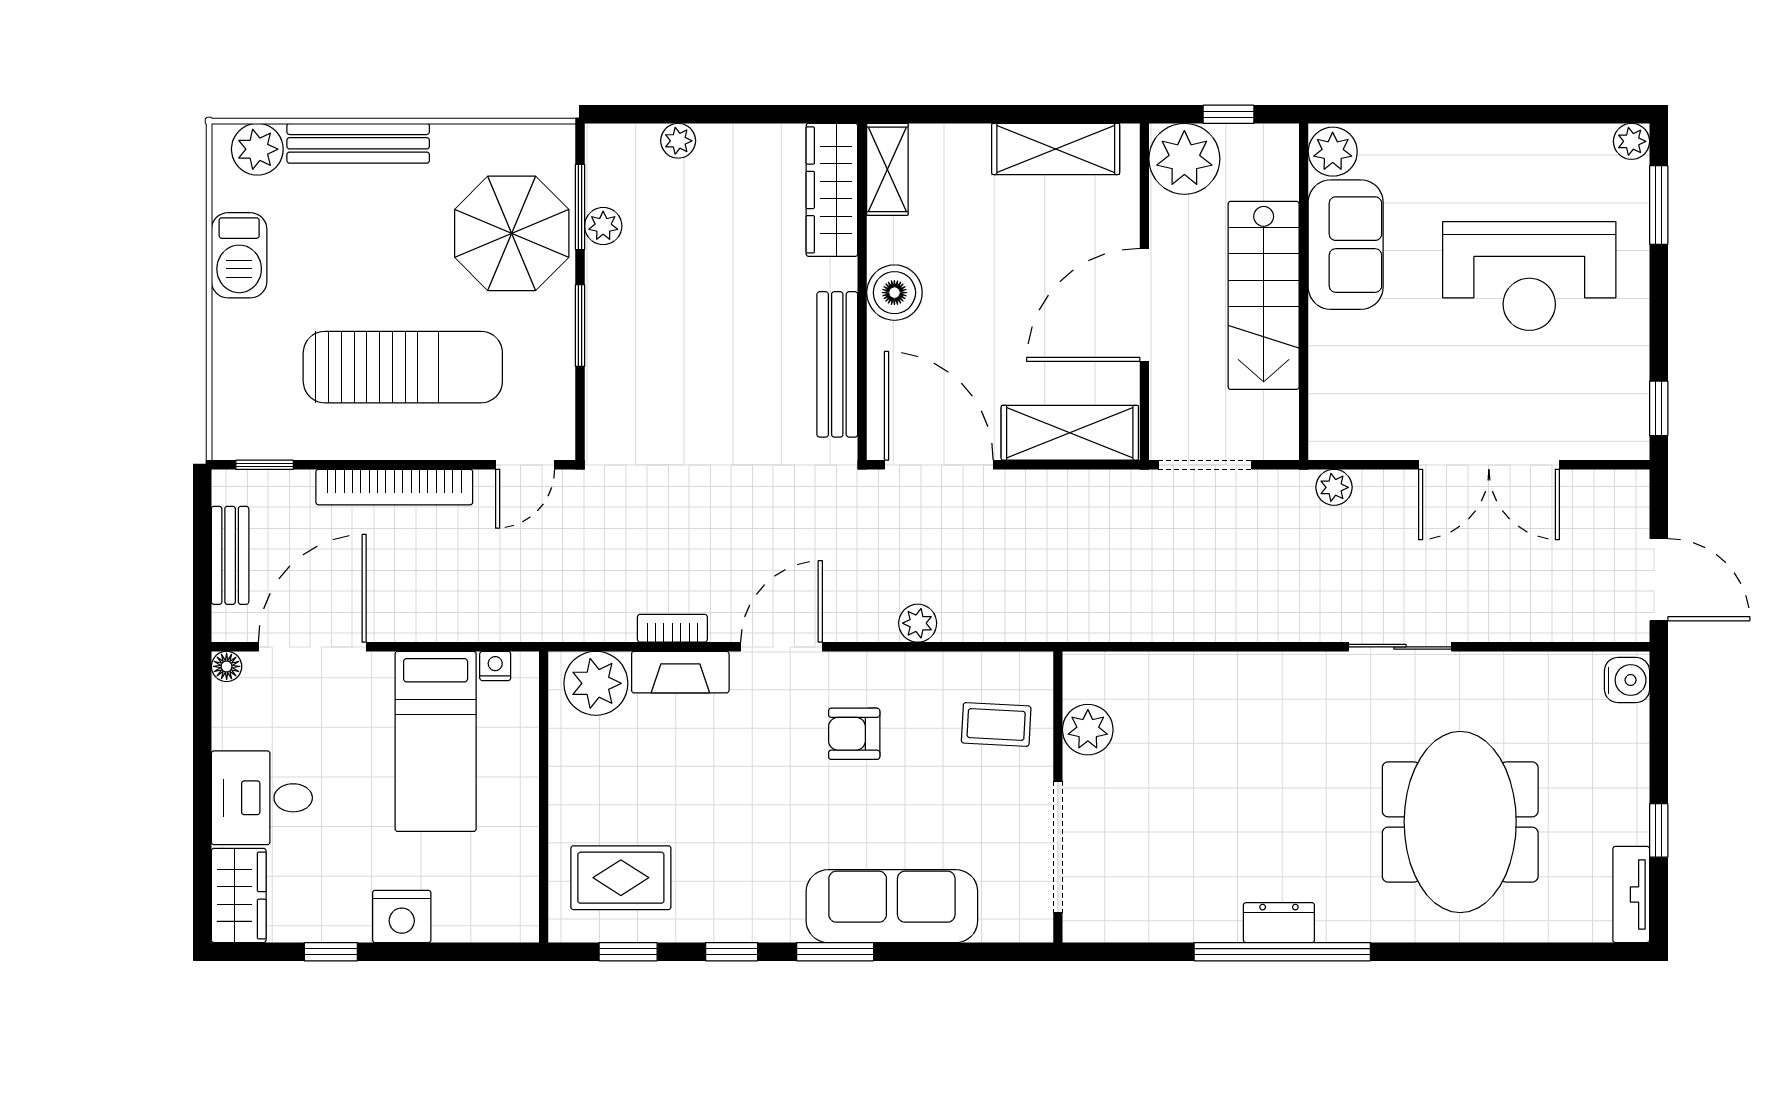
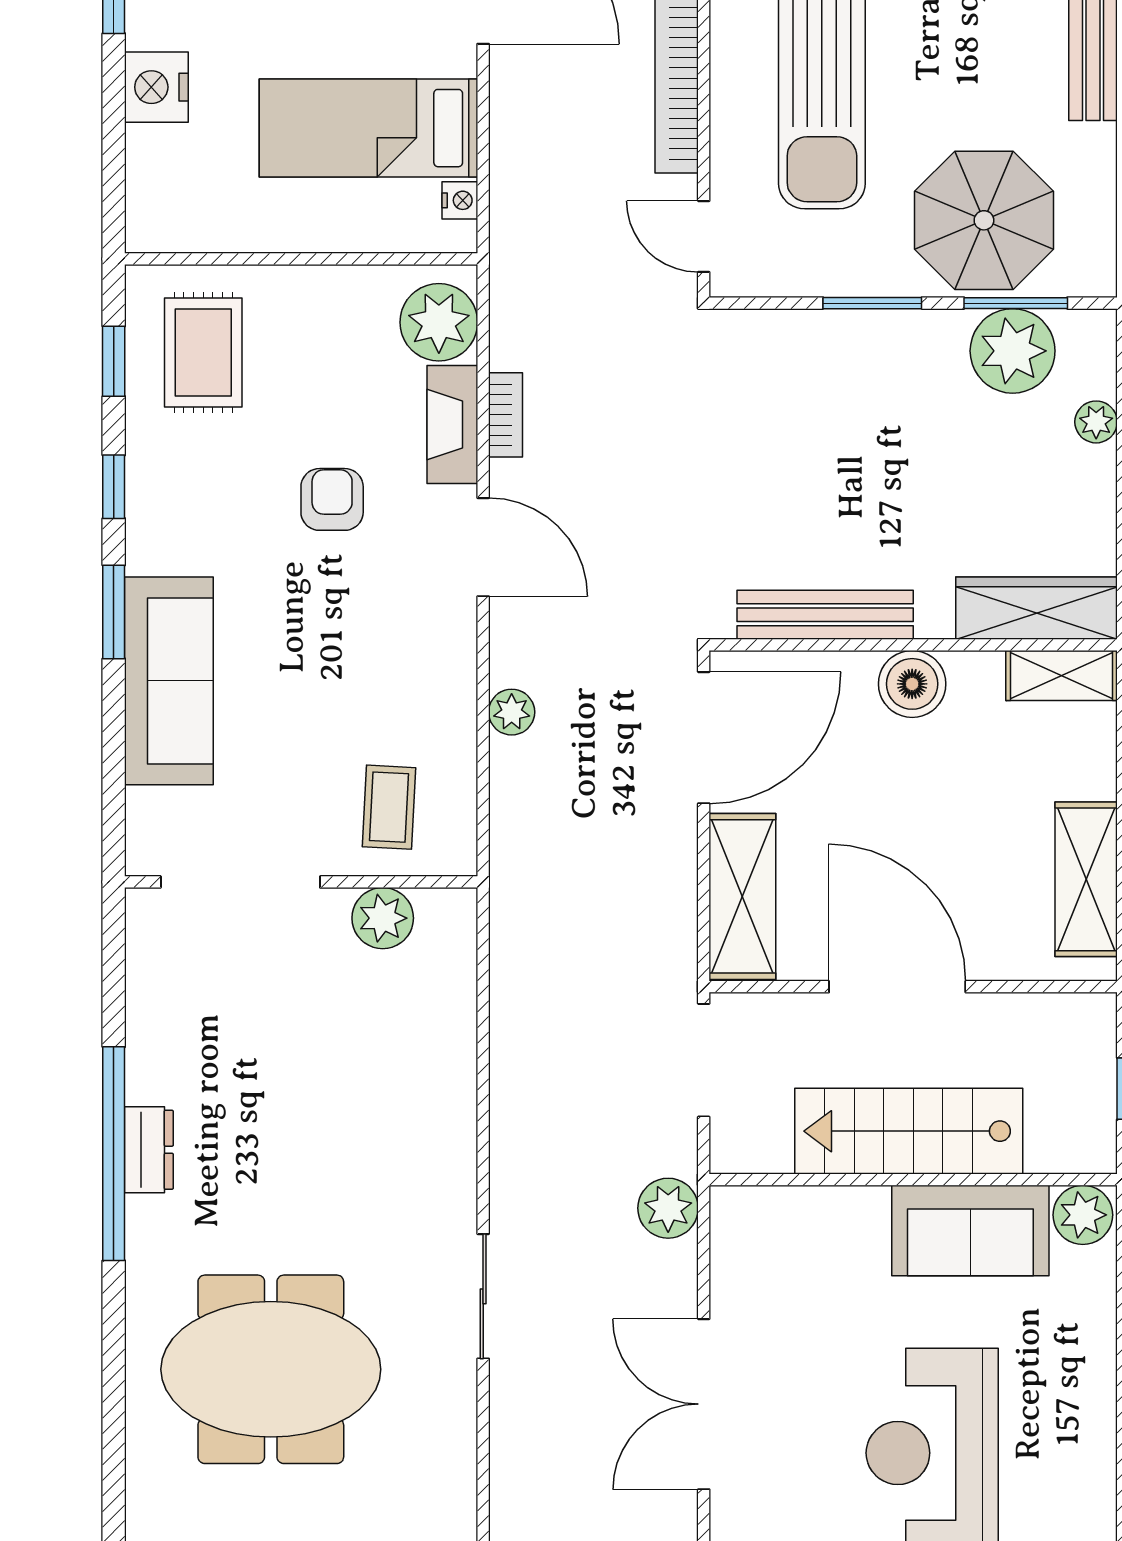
plant: (1184, 159) -> (1074, 1035), removed
plant: (603, 226) -> (1013, 351), width x1.87, depth x1.87
plant: (1334, 487) -> (668, 1208), width x1.38, depth x1.38
armchair: (854, 734) -> (332, 499), moved

